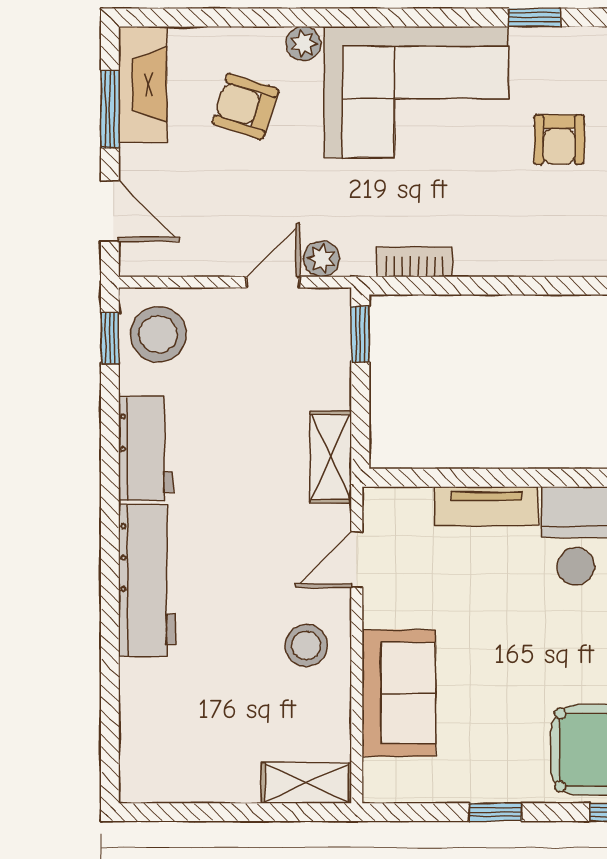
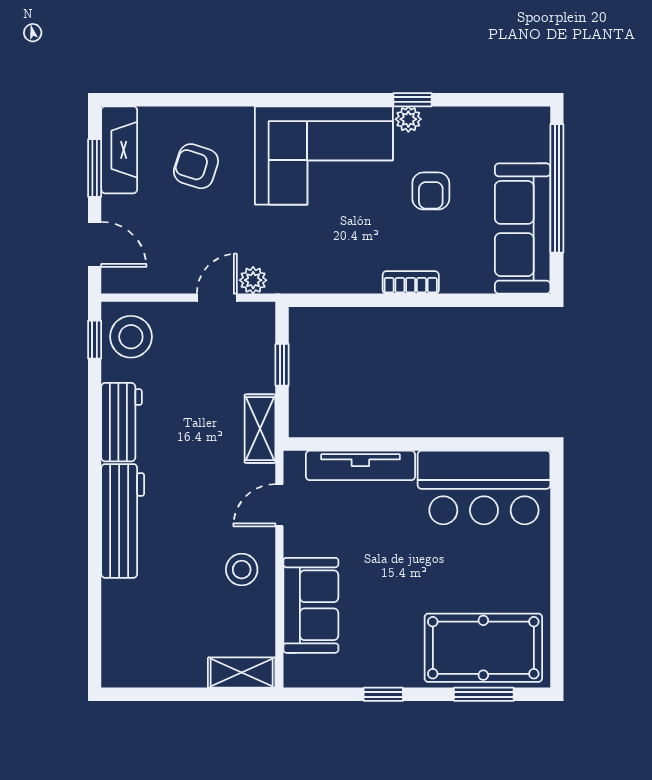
plant: (303, 44) -> (408, 119), moved
bookcase: (415, 262) -> (411, 282), moved
window: (360, 334) -> (282, 365), moved
tv unit: (486, 506) -> (360, 465), width x1.41

